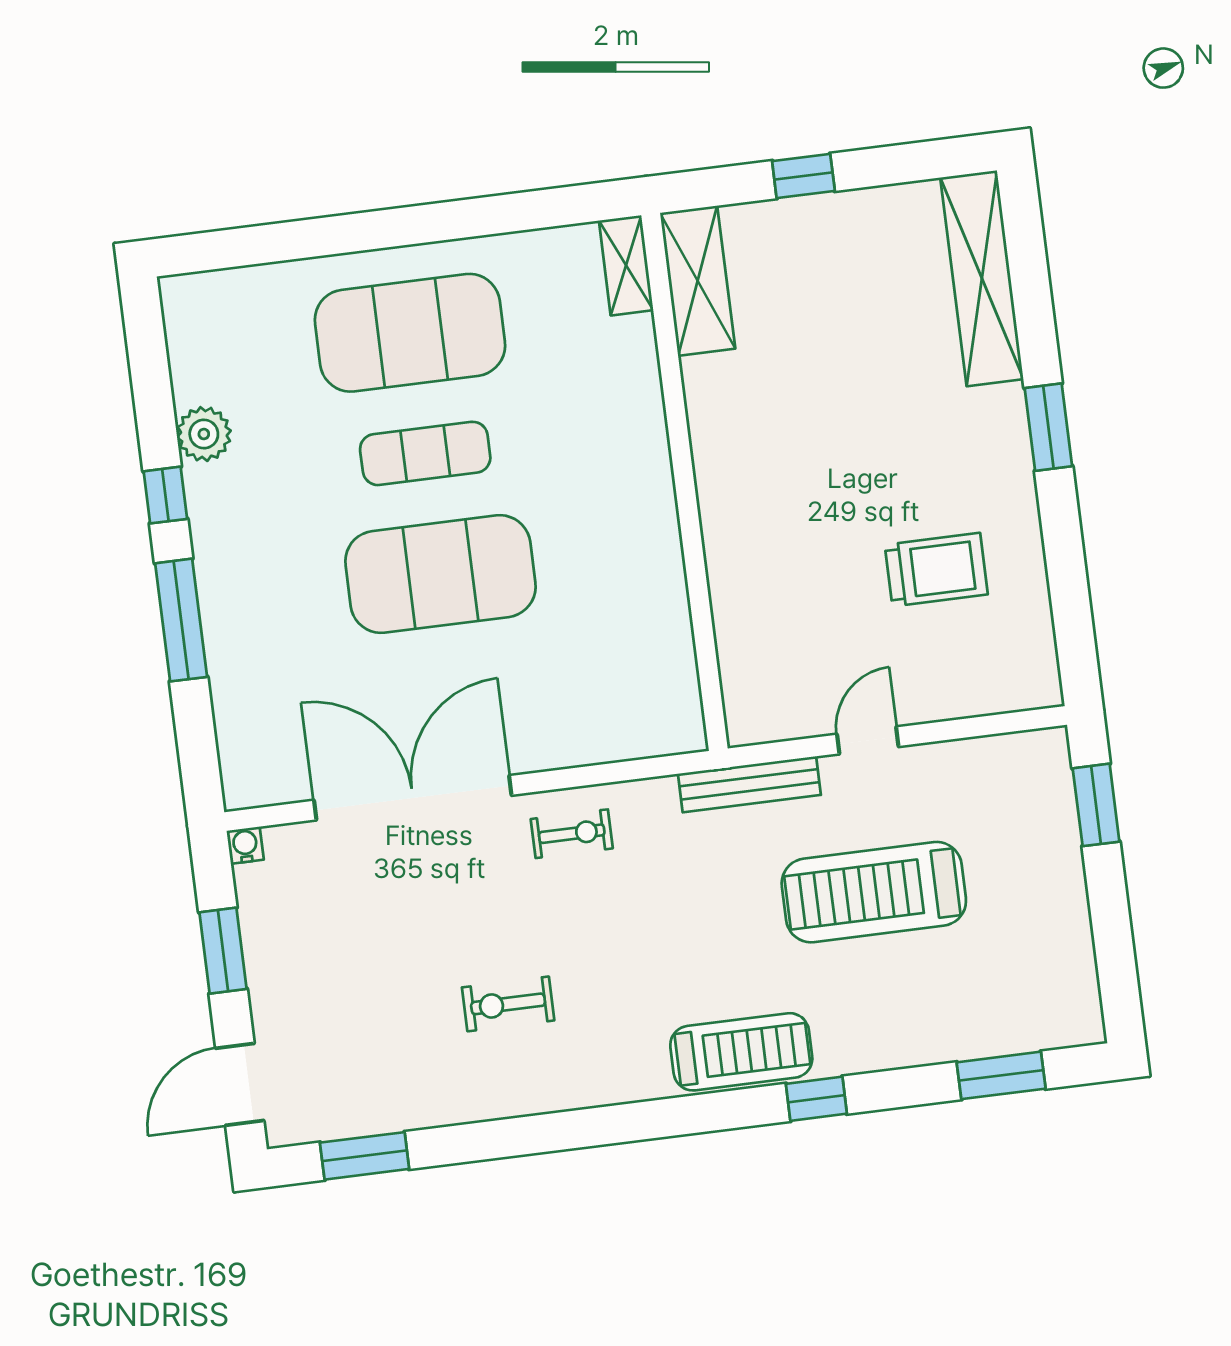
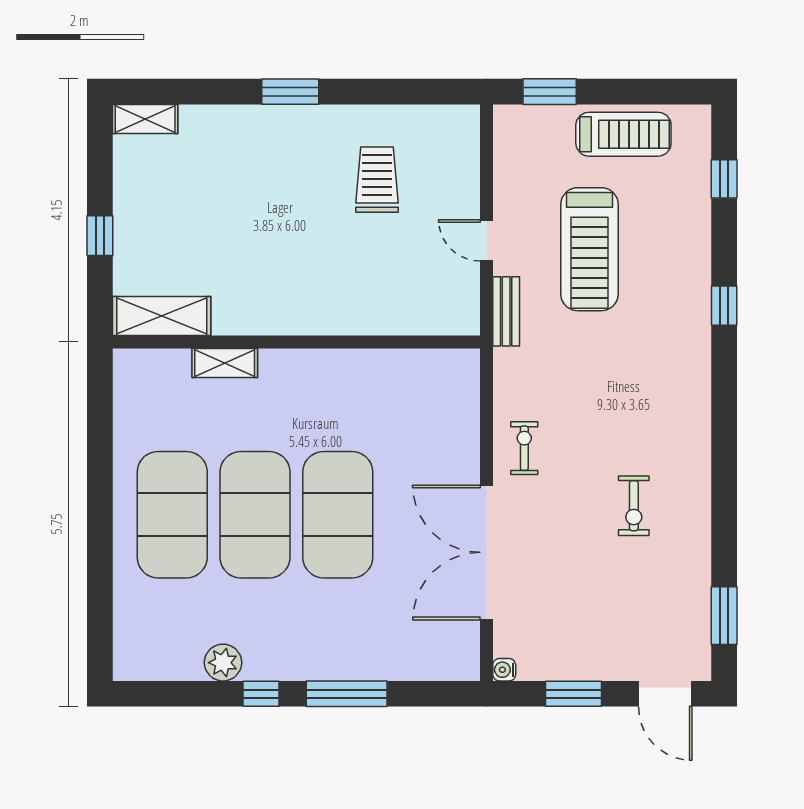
shelving: (626, 265) -> (225, 363), moved
shelving: (982, 278) -> (145, 119), width x0.45, depth x0.75
exercise mat: (425, 453) -> (255, 515), width x2.00, depth x1.45
bench: (749, 784) -> (506, 311), width x0.73
treadmill: (741, 1052) -> (623, 134), moved, turned 90
window: (1001, 1075) -> (724, 179), width x0.67

